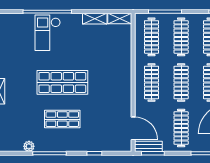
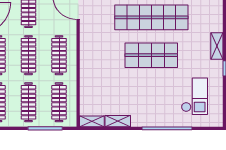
checkout: (48, 33) -> (194, 96), moved
shop shelf: (62, 119) -> (151, 17), width x2.00, depth x1.36

